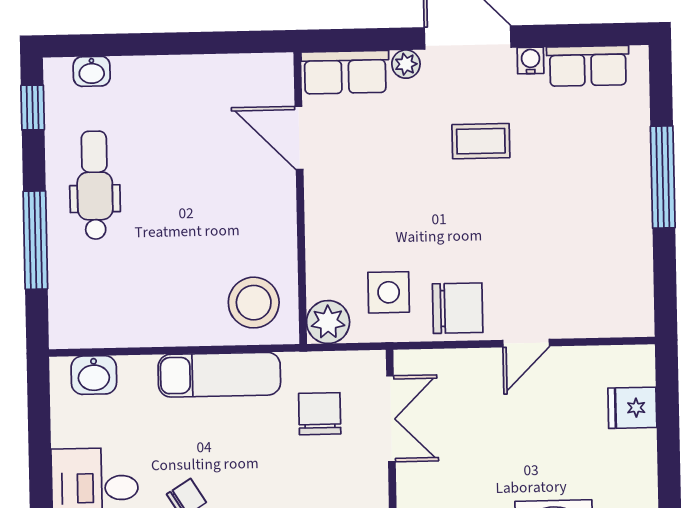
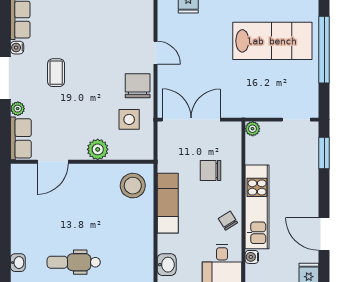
plant: (328, 322) -> (98, 149), moved
chair: (320, 414) -> (211, 171), moved
double door: (391, 419) -> (191, 120), width x1.37

